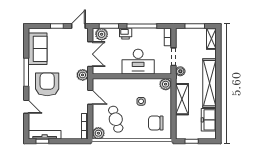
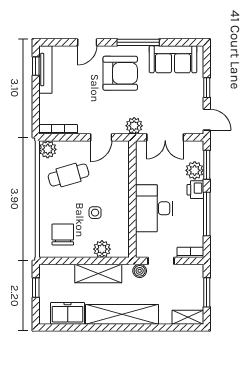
plant: (102, 34) -> (195, 170), moved
plant: (166, 84) -> (102, 249), moved

